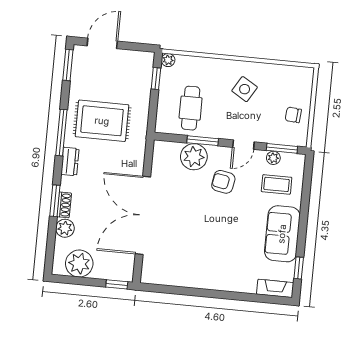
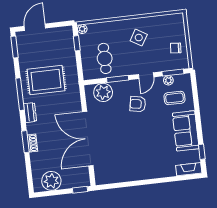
plant: (194, 157) -> (103, 92), moved
plant: (65, 228) -> (36, 159), removed

